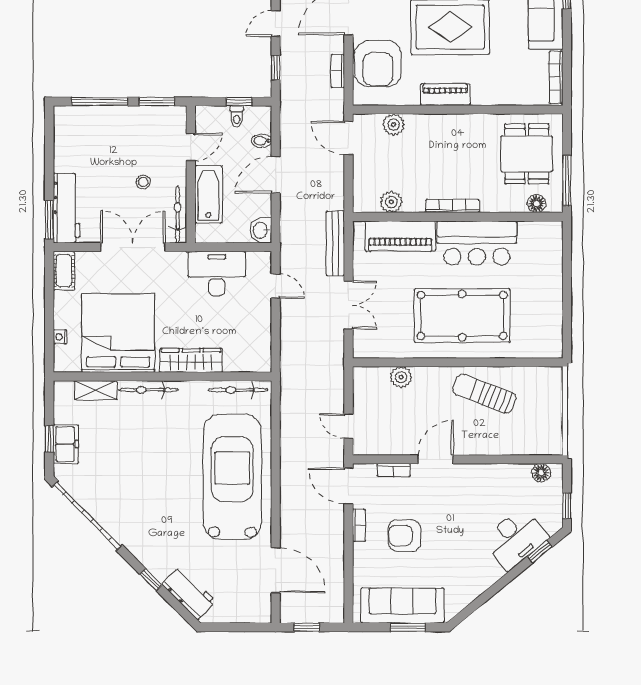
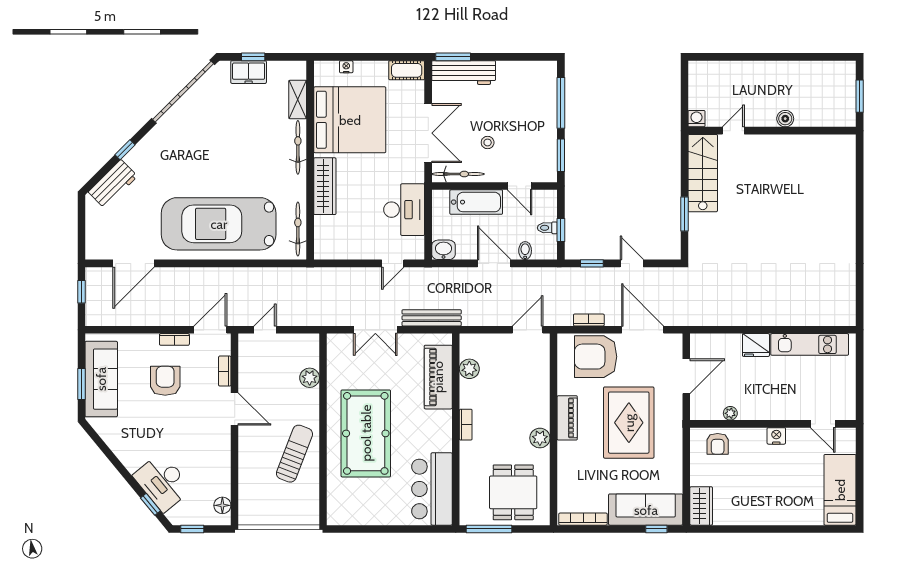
plant: (394, 125) -> (540, 438), moved
dining table: (527, 154) -> (513, 492), turned 90
floor lamp: (537, 204) -> (468, 501), removed
bookcase: (452, 206) -> (466, 425), width x0.64
bar counter: (477, 243) -> (432, 489), moved
car: (232, 477) -> (219, 224), turned 180

